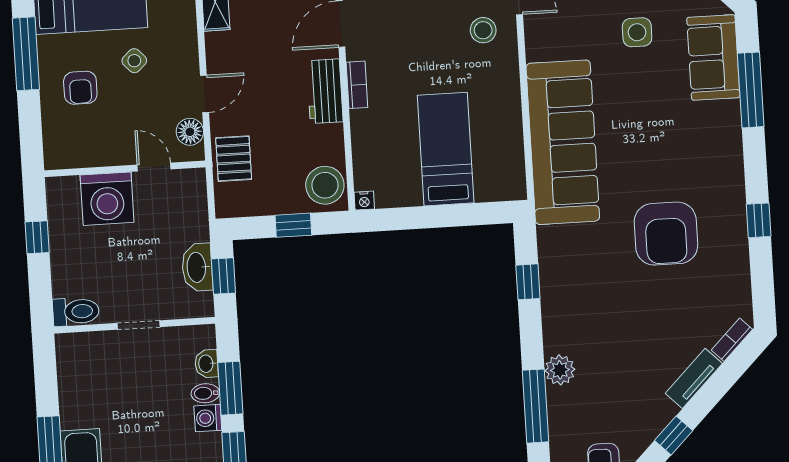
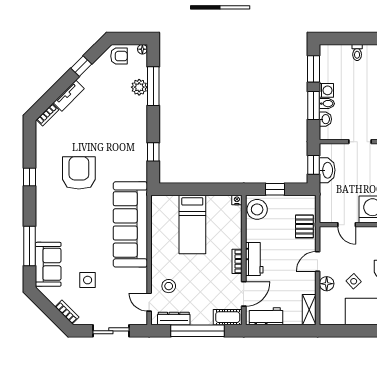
floor lamp: (190, 132) -> (327, 284), moved
plant: (560, 370) -> (139, 87), moved

